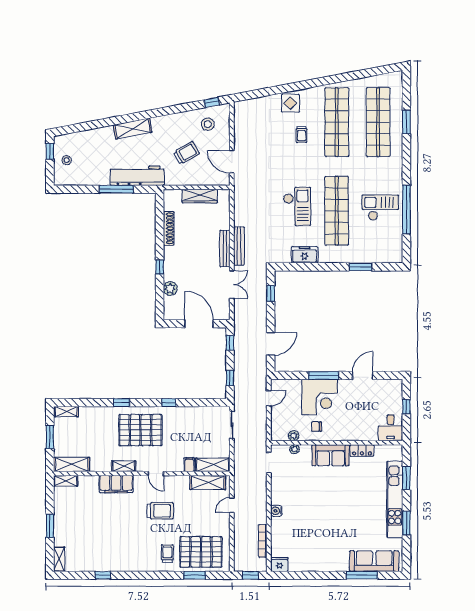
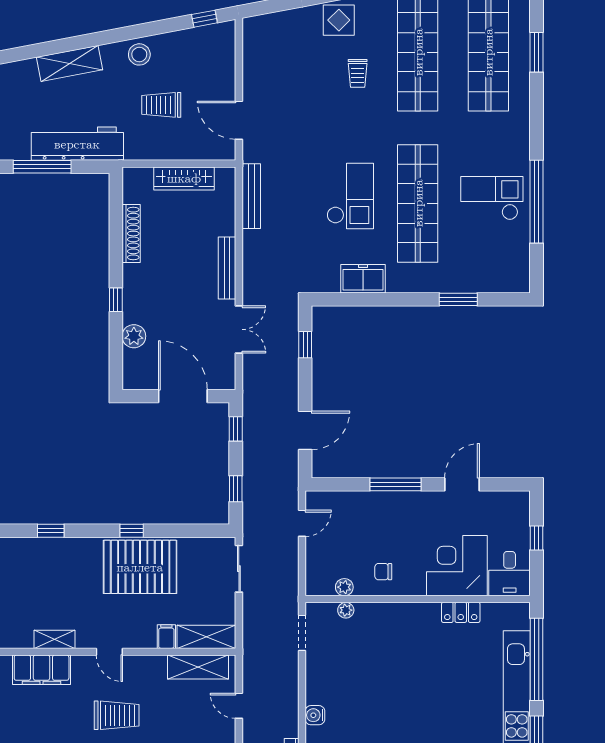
stool: (208, 124) -> (139, 54), moved
trolley: (186, 153) -> (161, 105), turned -150
bench: (239, 246) -> (251, 196), moved
corner desk: (320, 397) -> (457, 566), moved, turned 180
pallet: (140, 430) -> (140, 567), moved
sofa: (331, 455) -> (407, 621), removed
window: (406, 478) -> (537, 659), width x2.11
door: (232, 505) -> (239, 706), hinge flipped

